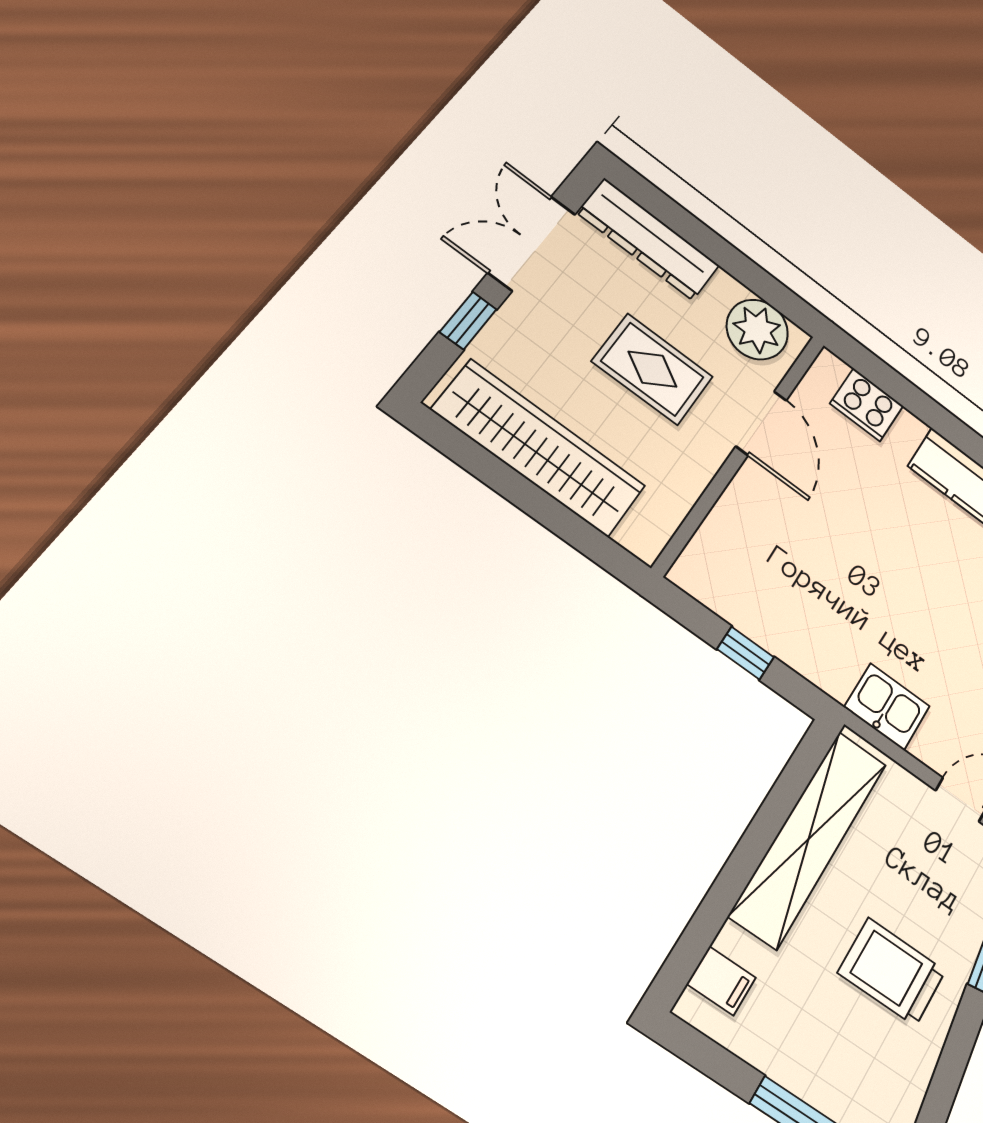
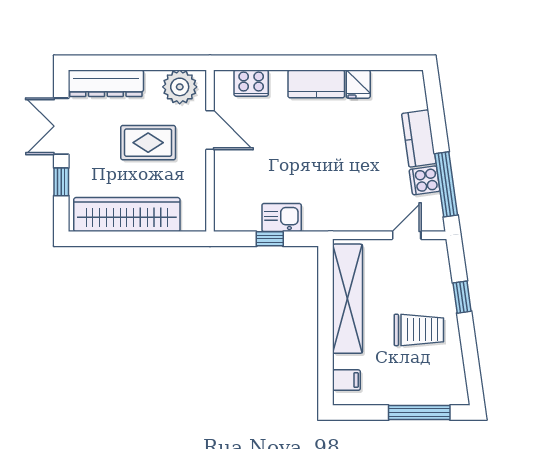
kitchen sink: (887, 707) -> (282, 218), moved
trolley: (892, 972) -> (419, 330), turned 180

